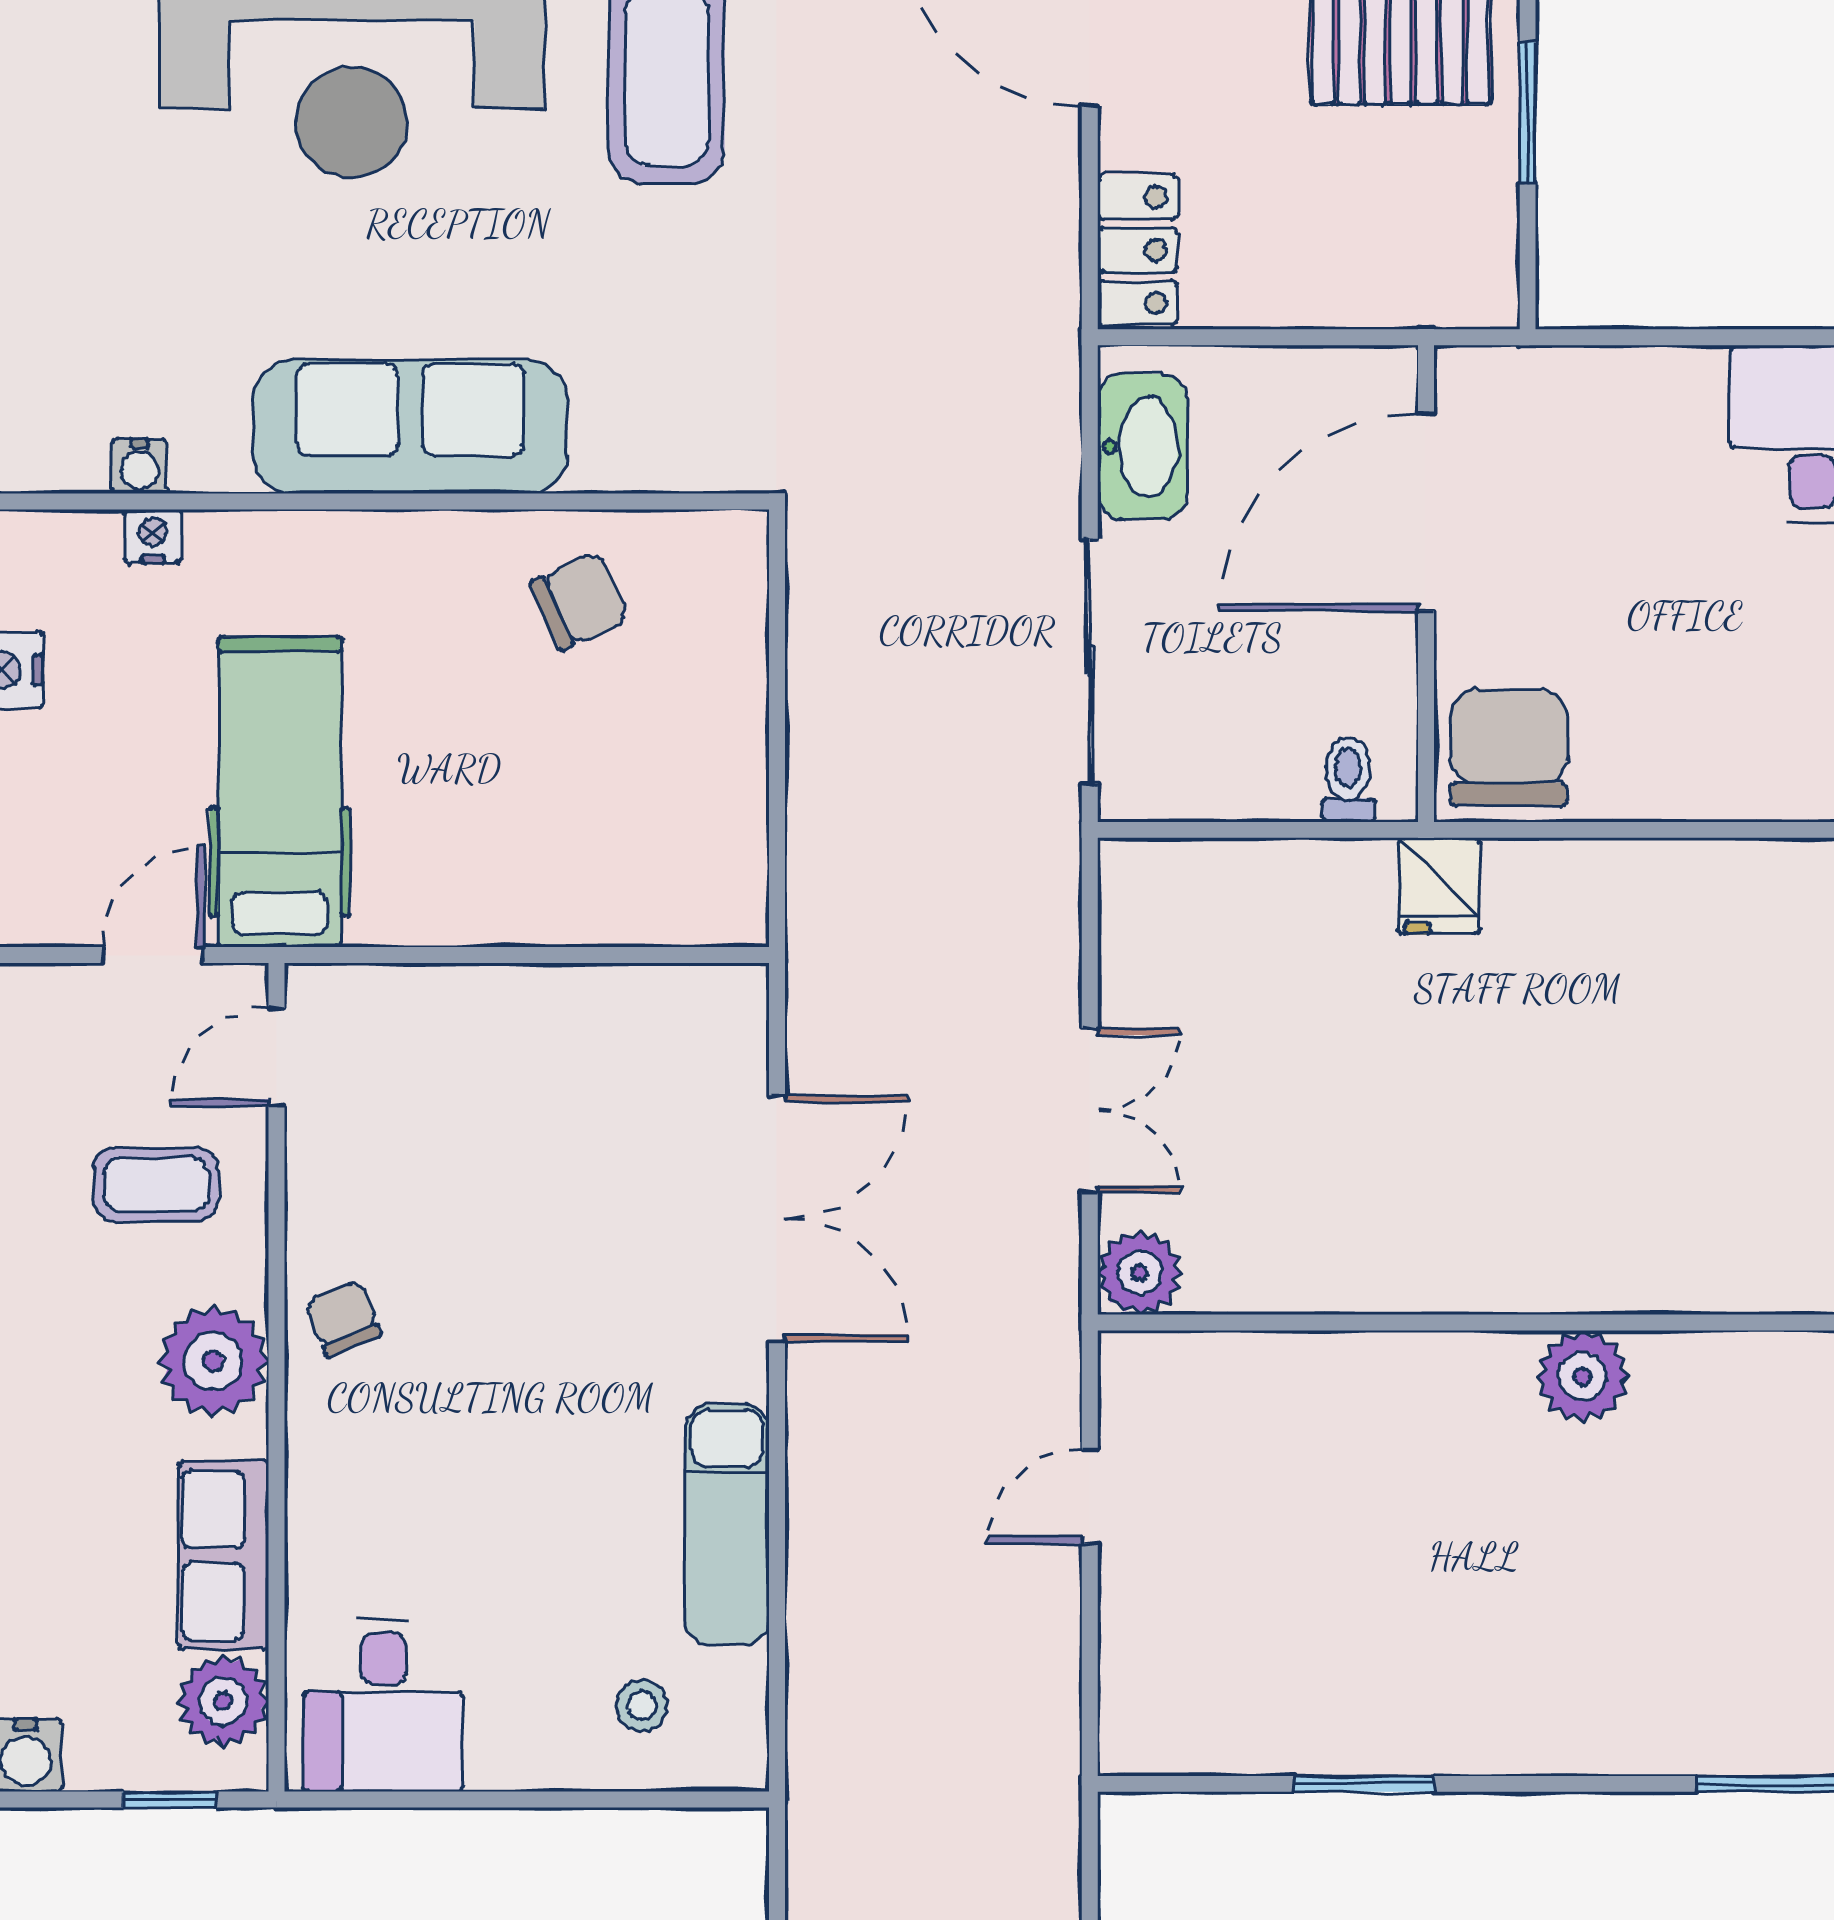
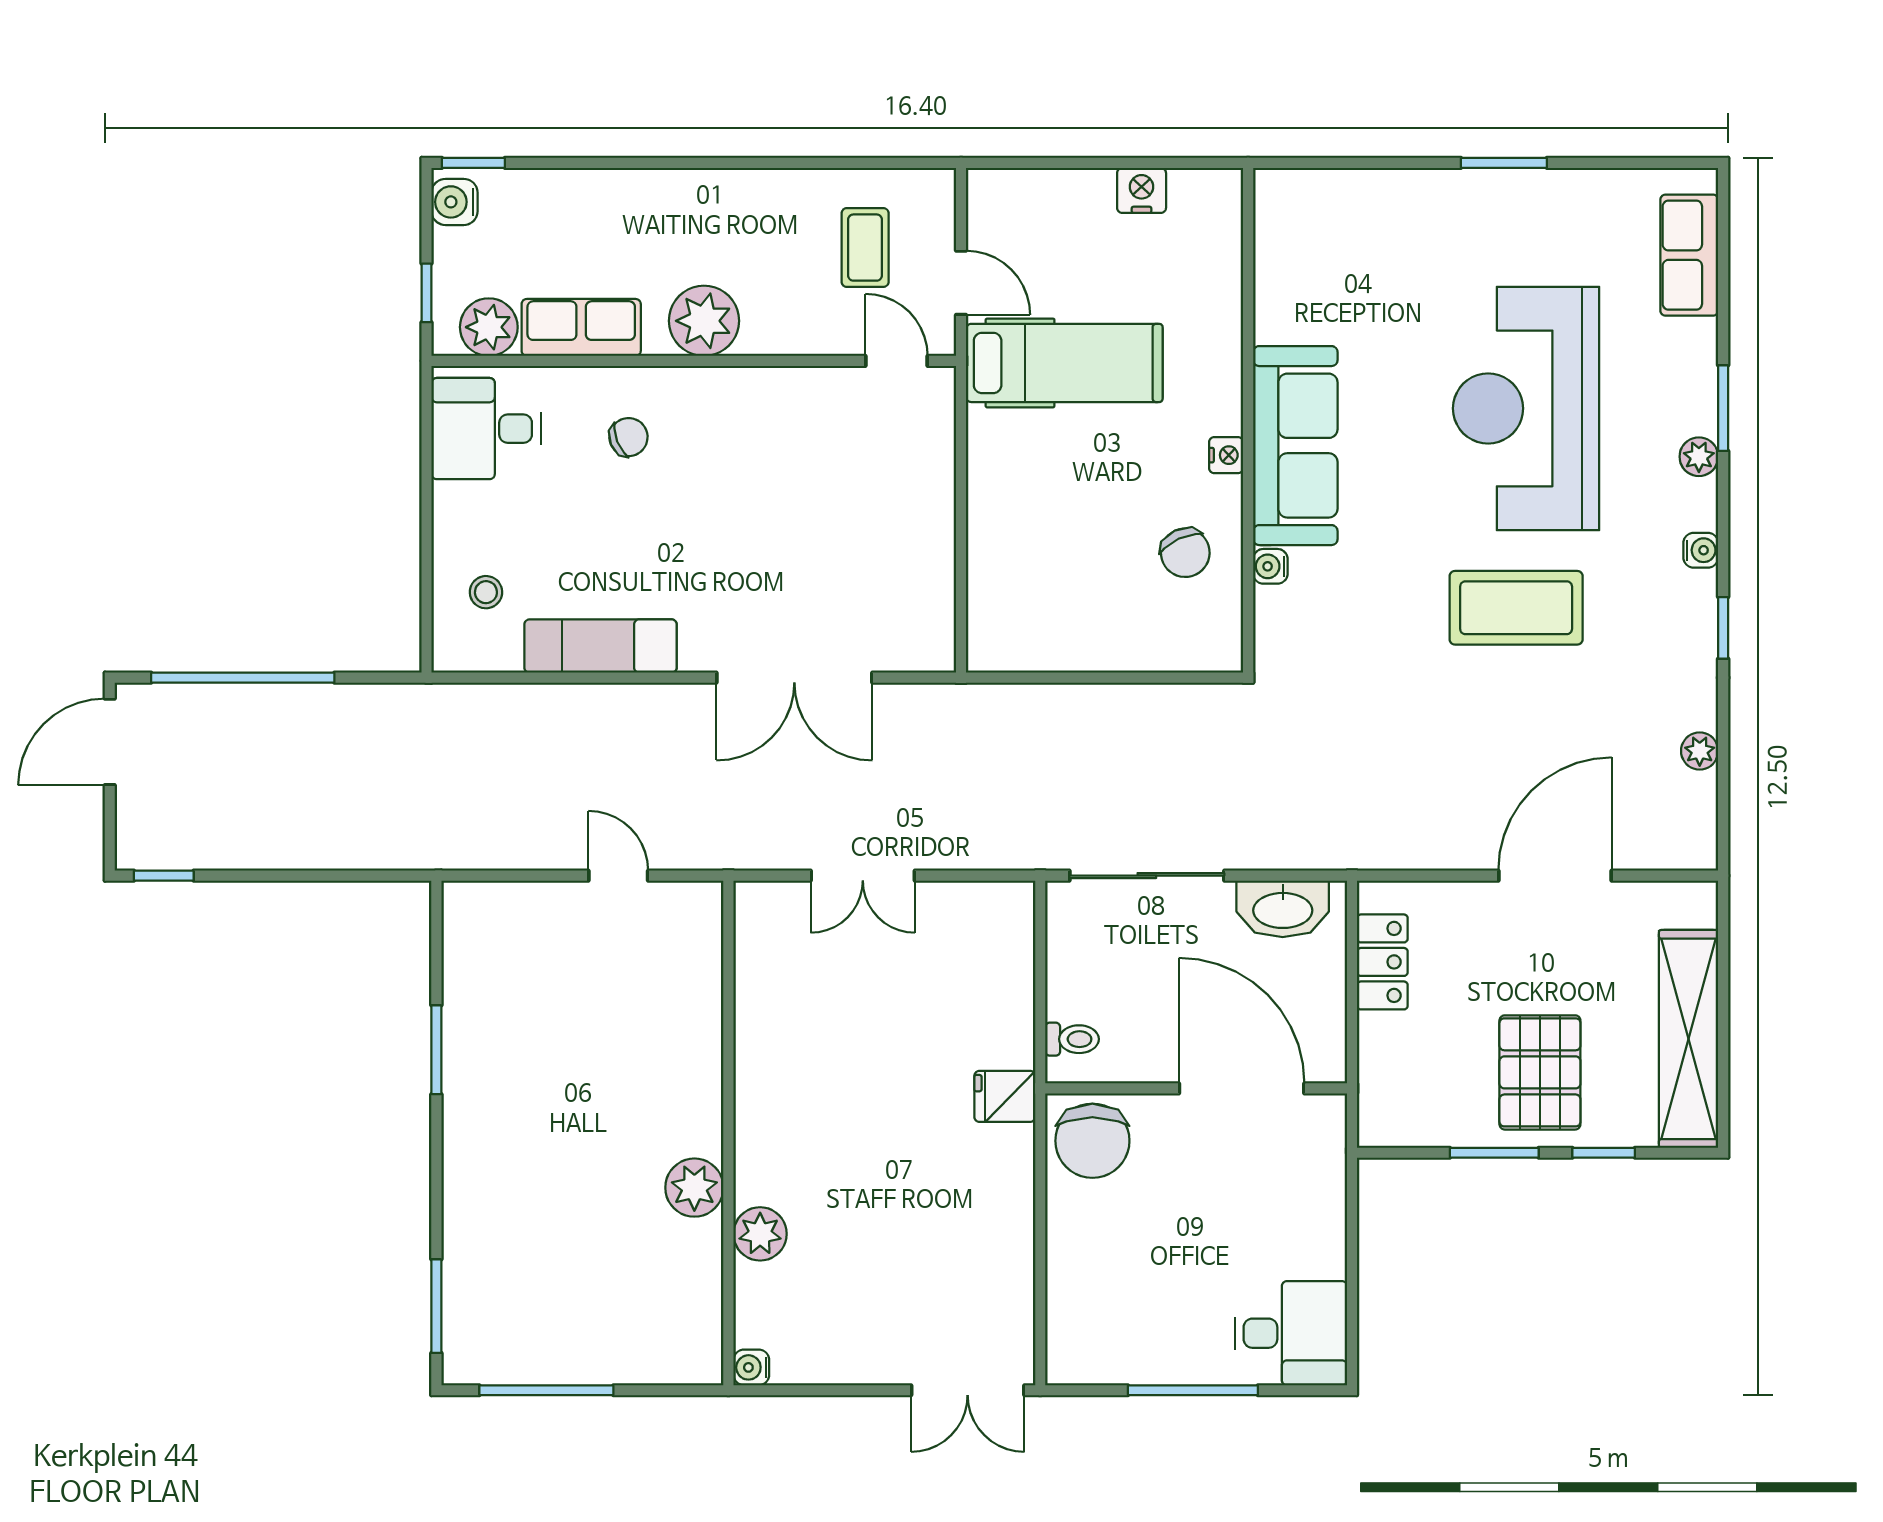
locker: (1138, 250) -> (1382, 962), moved, turned -90
water cooler: (139, 466) -> (1270, 566), moved
nightstand: (153, 536) -> (1226, 455), moved
chair: (1509, 747) -> (1092, 1141), turned 90
coffee table: (156, 1185) -> (865, 248), moved
plant: (1140, 1273) -> (760, 1234), moved
chair: (343, 1318) -> (629, 437), moved

